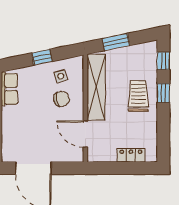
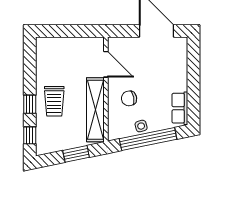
window: (42, 57) -> (148, 139), width x3.17
side table: (61, 76) -> (141, 126), moved
locker: (131, 155) -> (61, 44), removed

